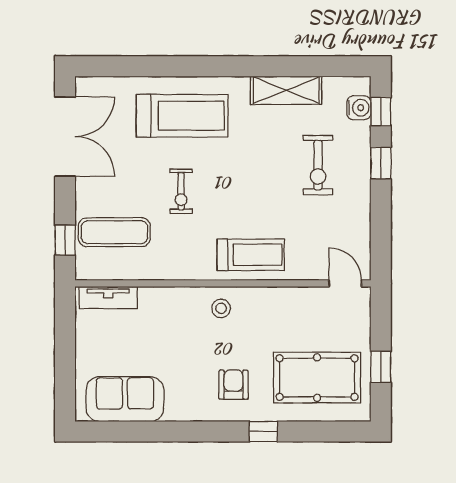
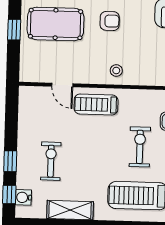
exercise bike: (181, 191) -> (140, 147), width x1.38, depth x1.39
door: (345, 283) -> (62, 85), moved
armchair: (233, 385) -> (110, 21), turned -90

